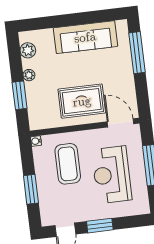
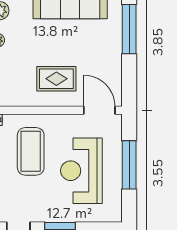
rug: (82, 101) -> (56, 79), width x0.73, depth x0.70

